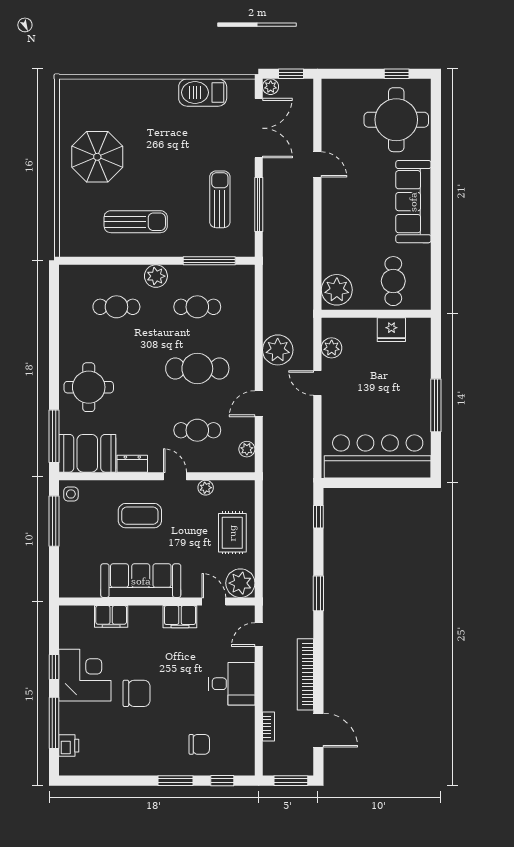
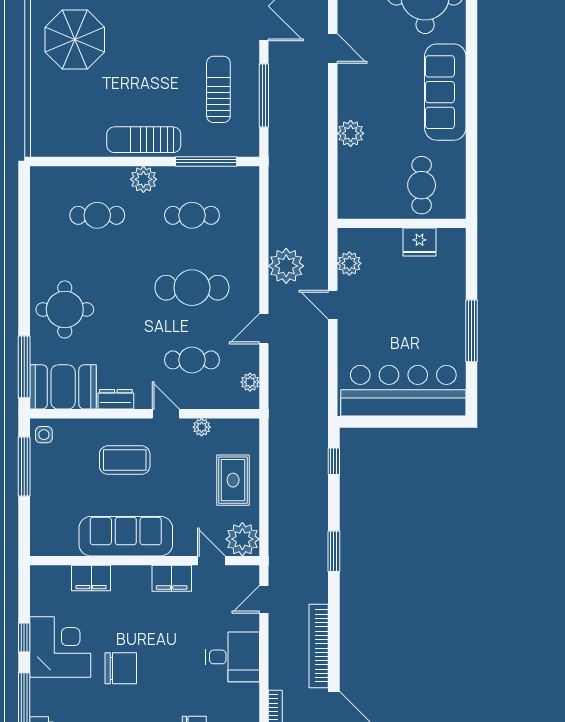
sun lounger: (136, 222) -> (144, 140), moved, turned 180
plant: (337, 290) -> (351, 133), moved, width x0.73, depth x0.73

